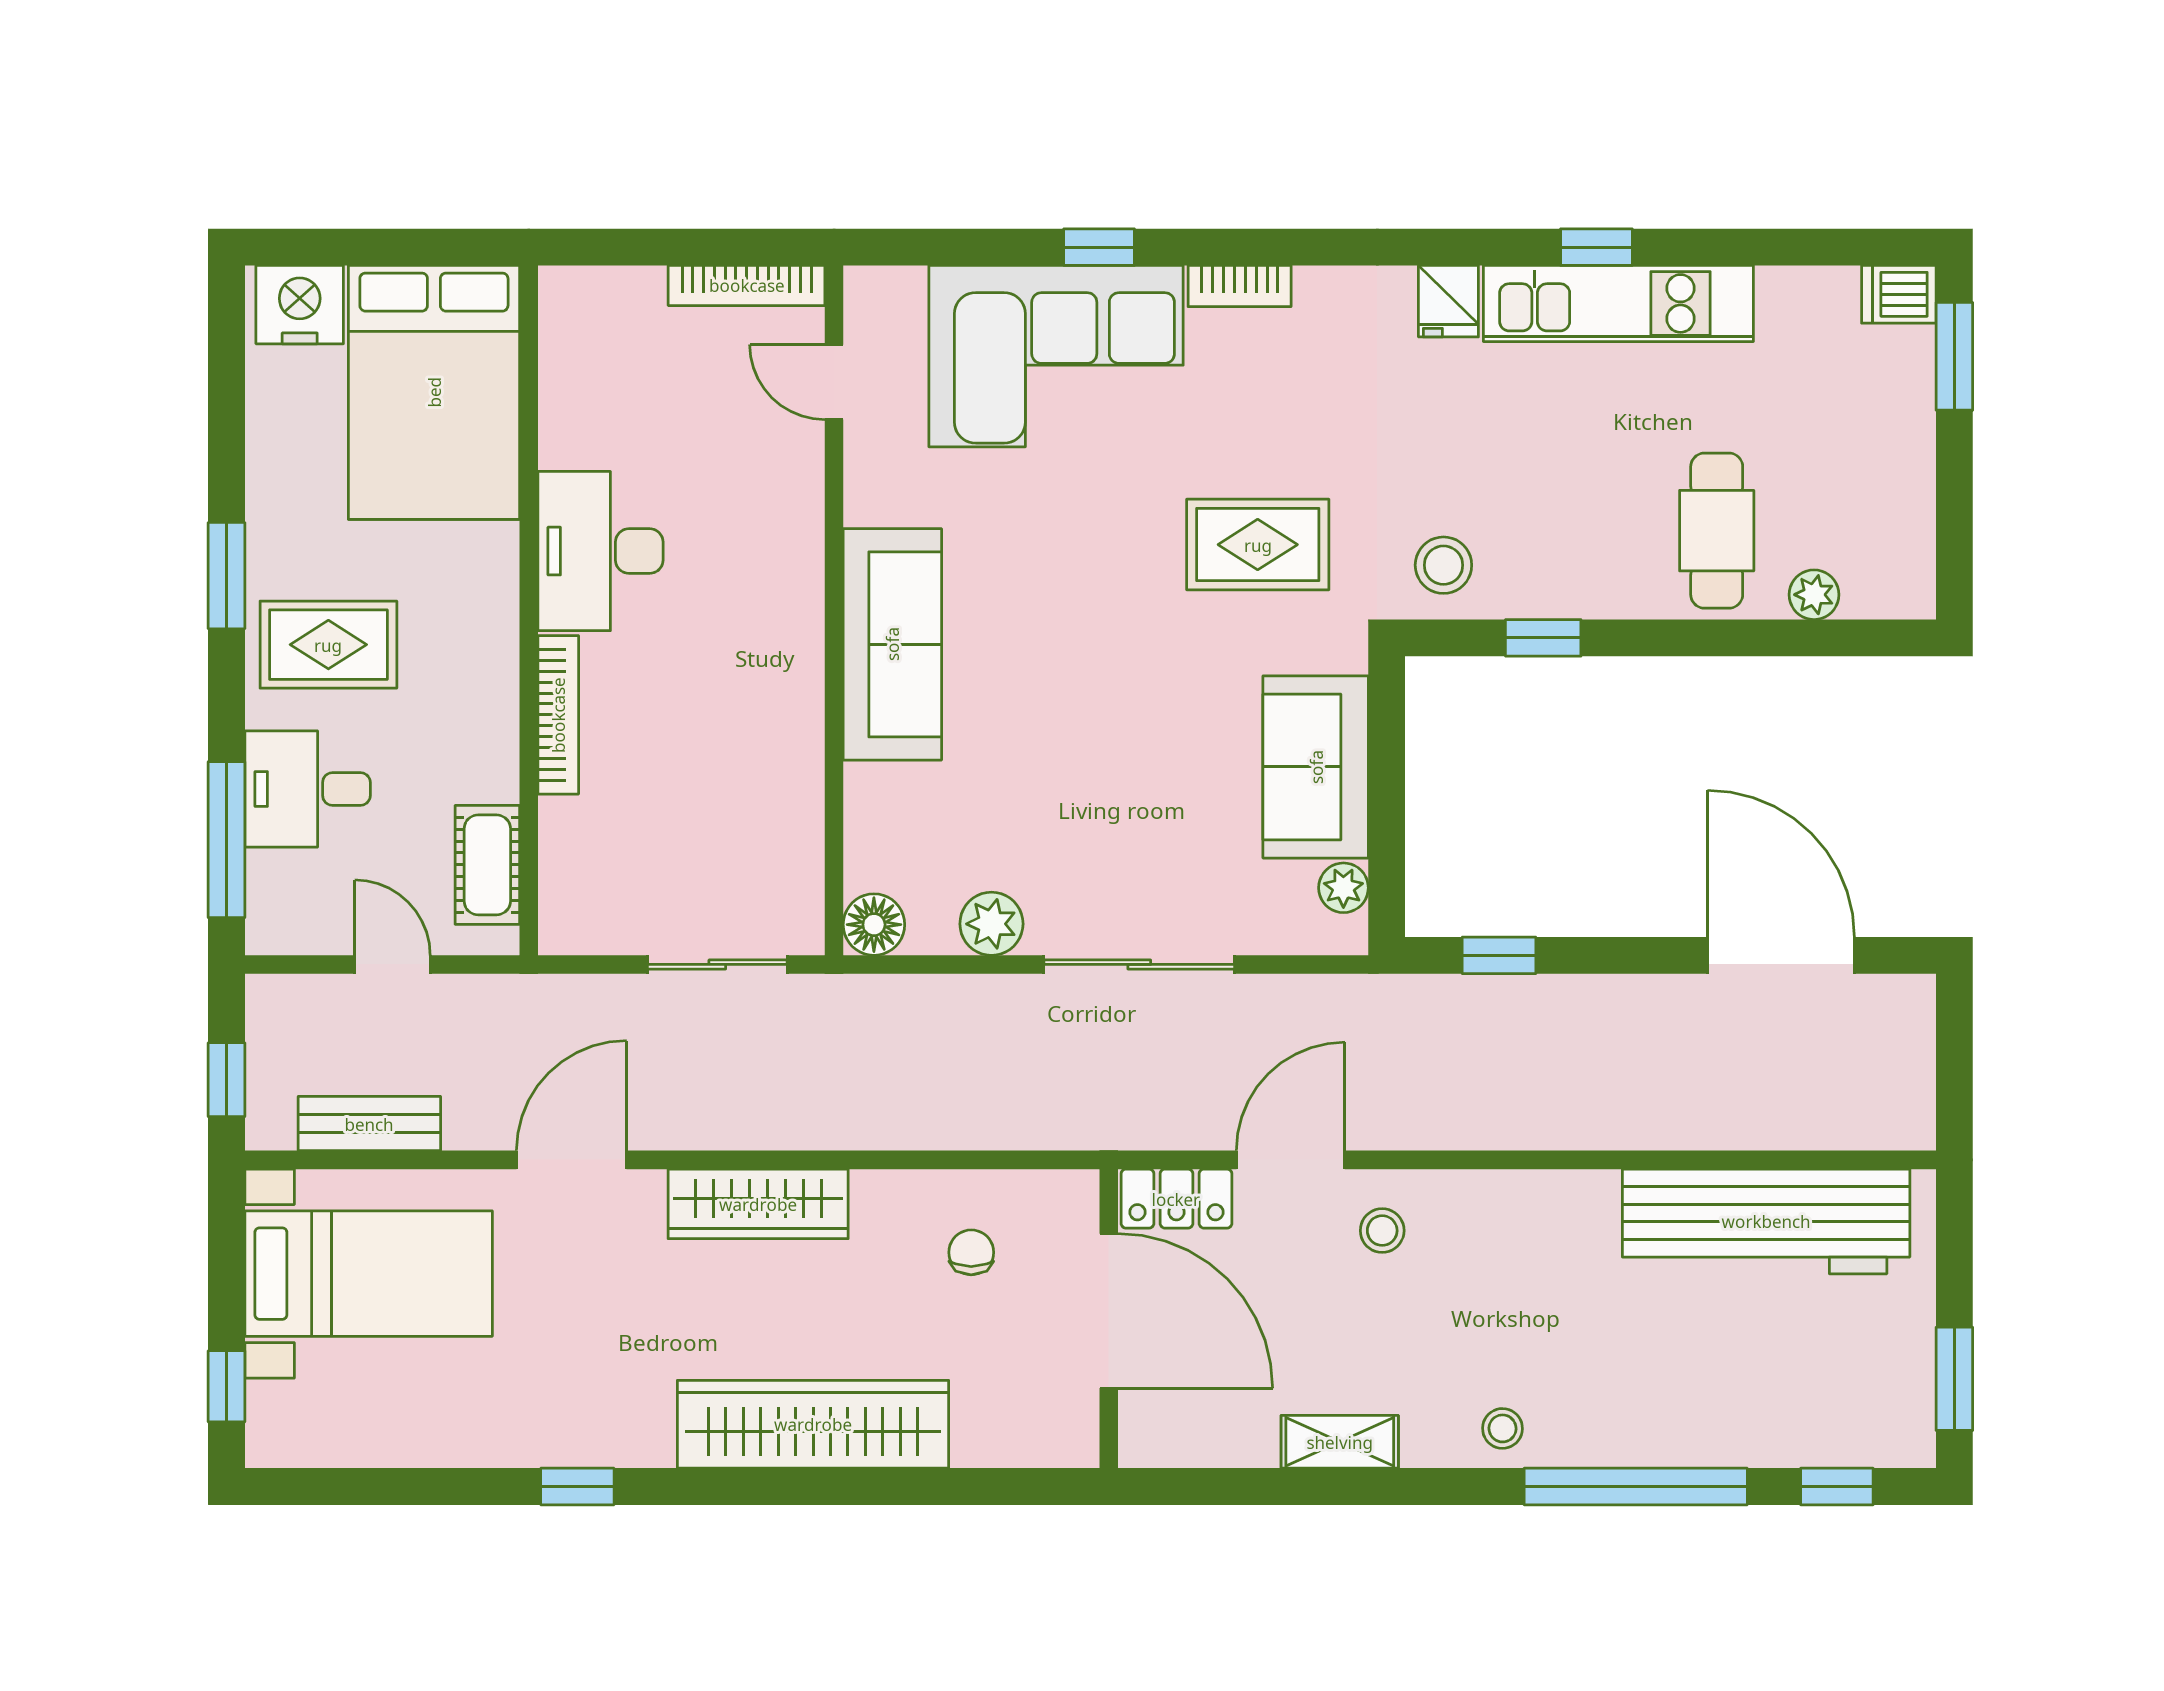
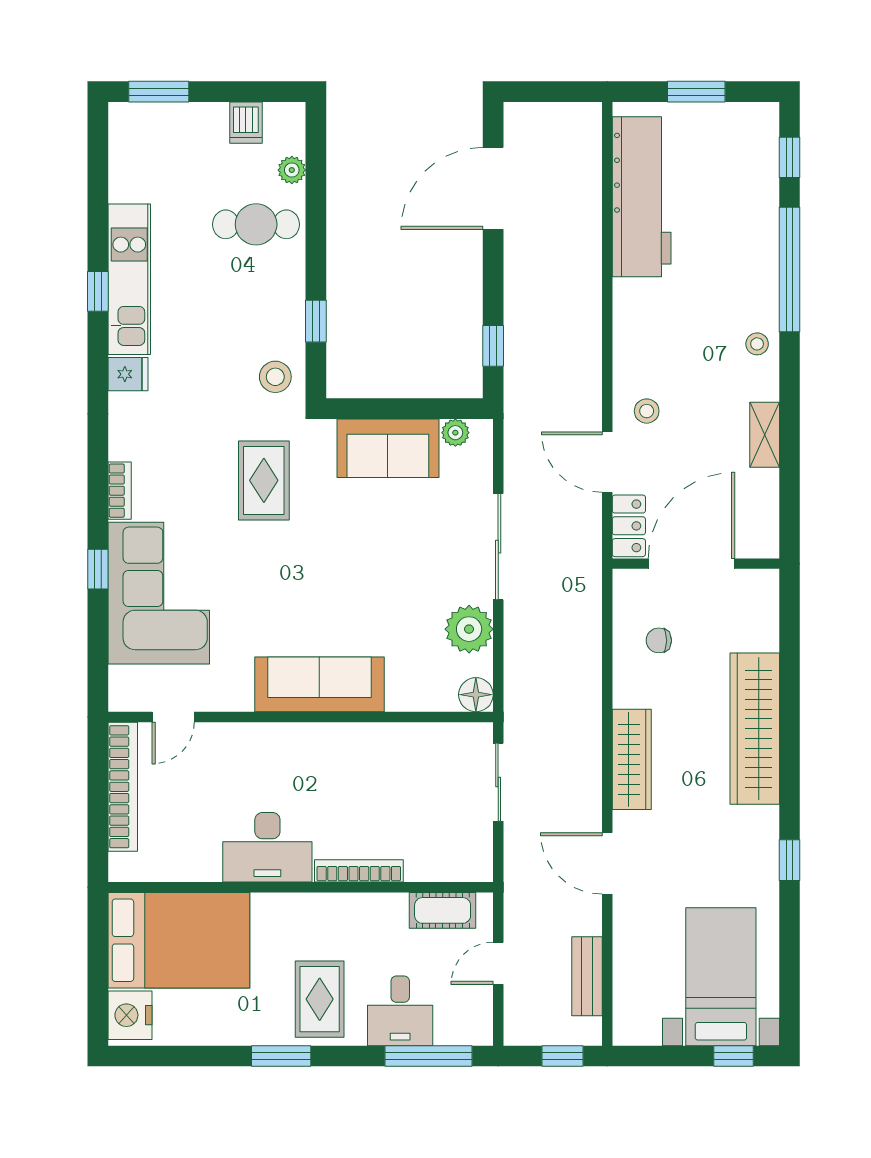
bookcase: (747, 285) -> (123, 787), width x1.48, depth x1.31
dishwasher: (1899, 294) -> (246, 123), moved
plant: (991, 924) -> (469, 629), width x1.36, depth x1.36
bed with nightstands: (369, 1274) -> (721, 977), moved
window: (1954, 1379) -> (696, 92), moved

